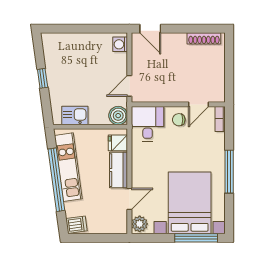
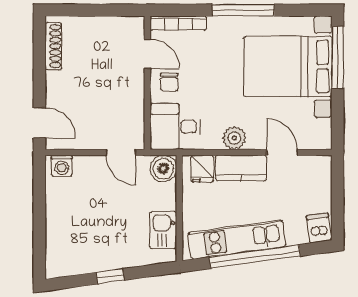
door: (150, 29) -> (39, 123), hinge flipped
bookcase: (220, 119) -> (178, 23), width x1.56
plant: (140, 224) -> (234, 138), moved

